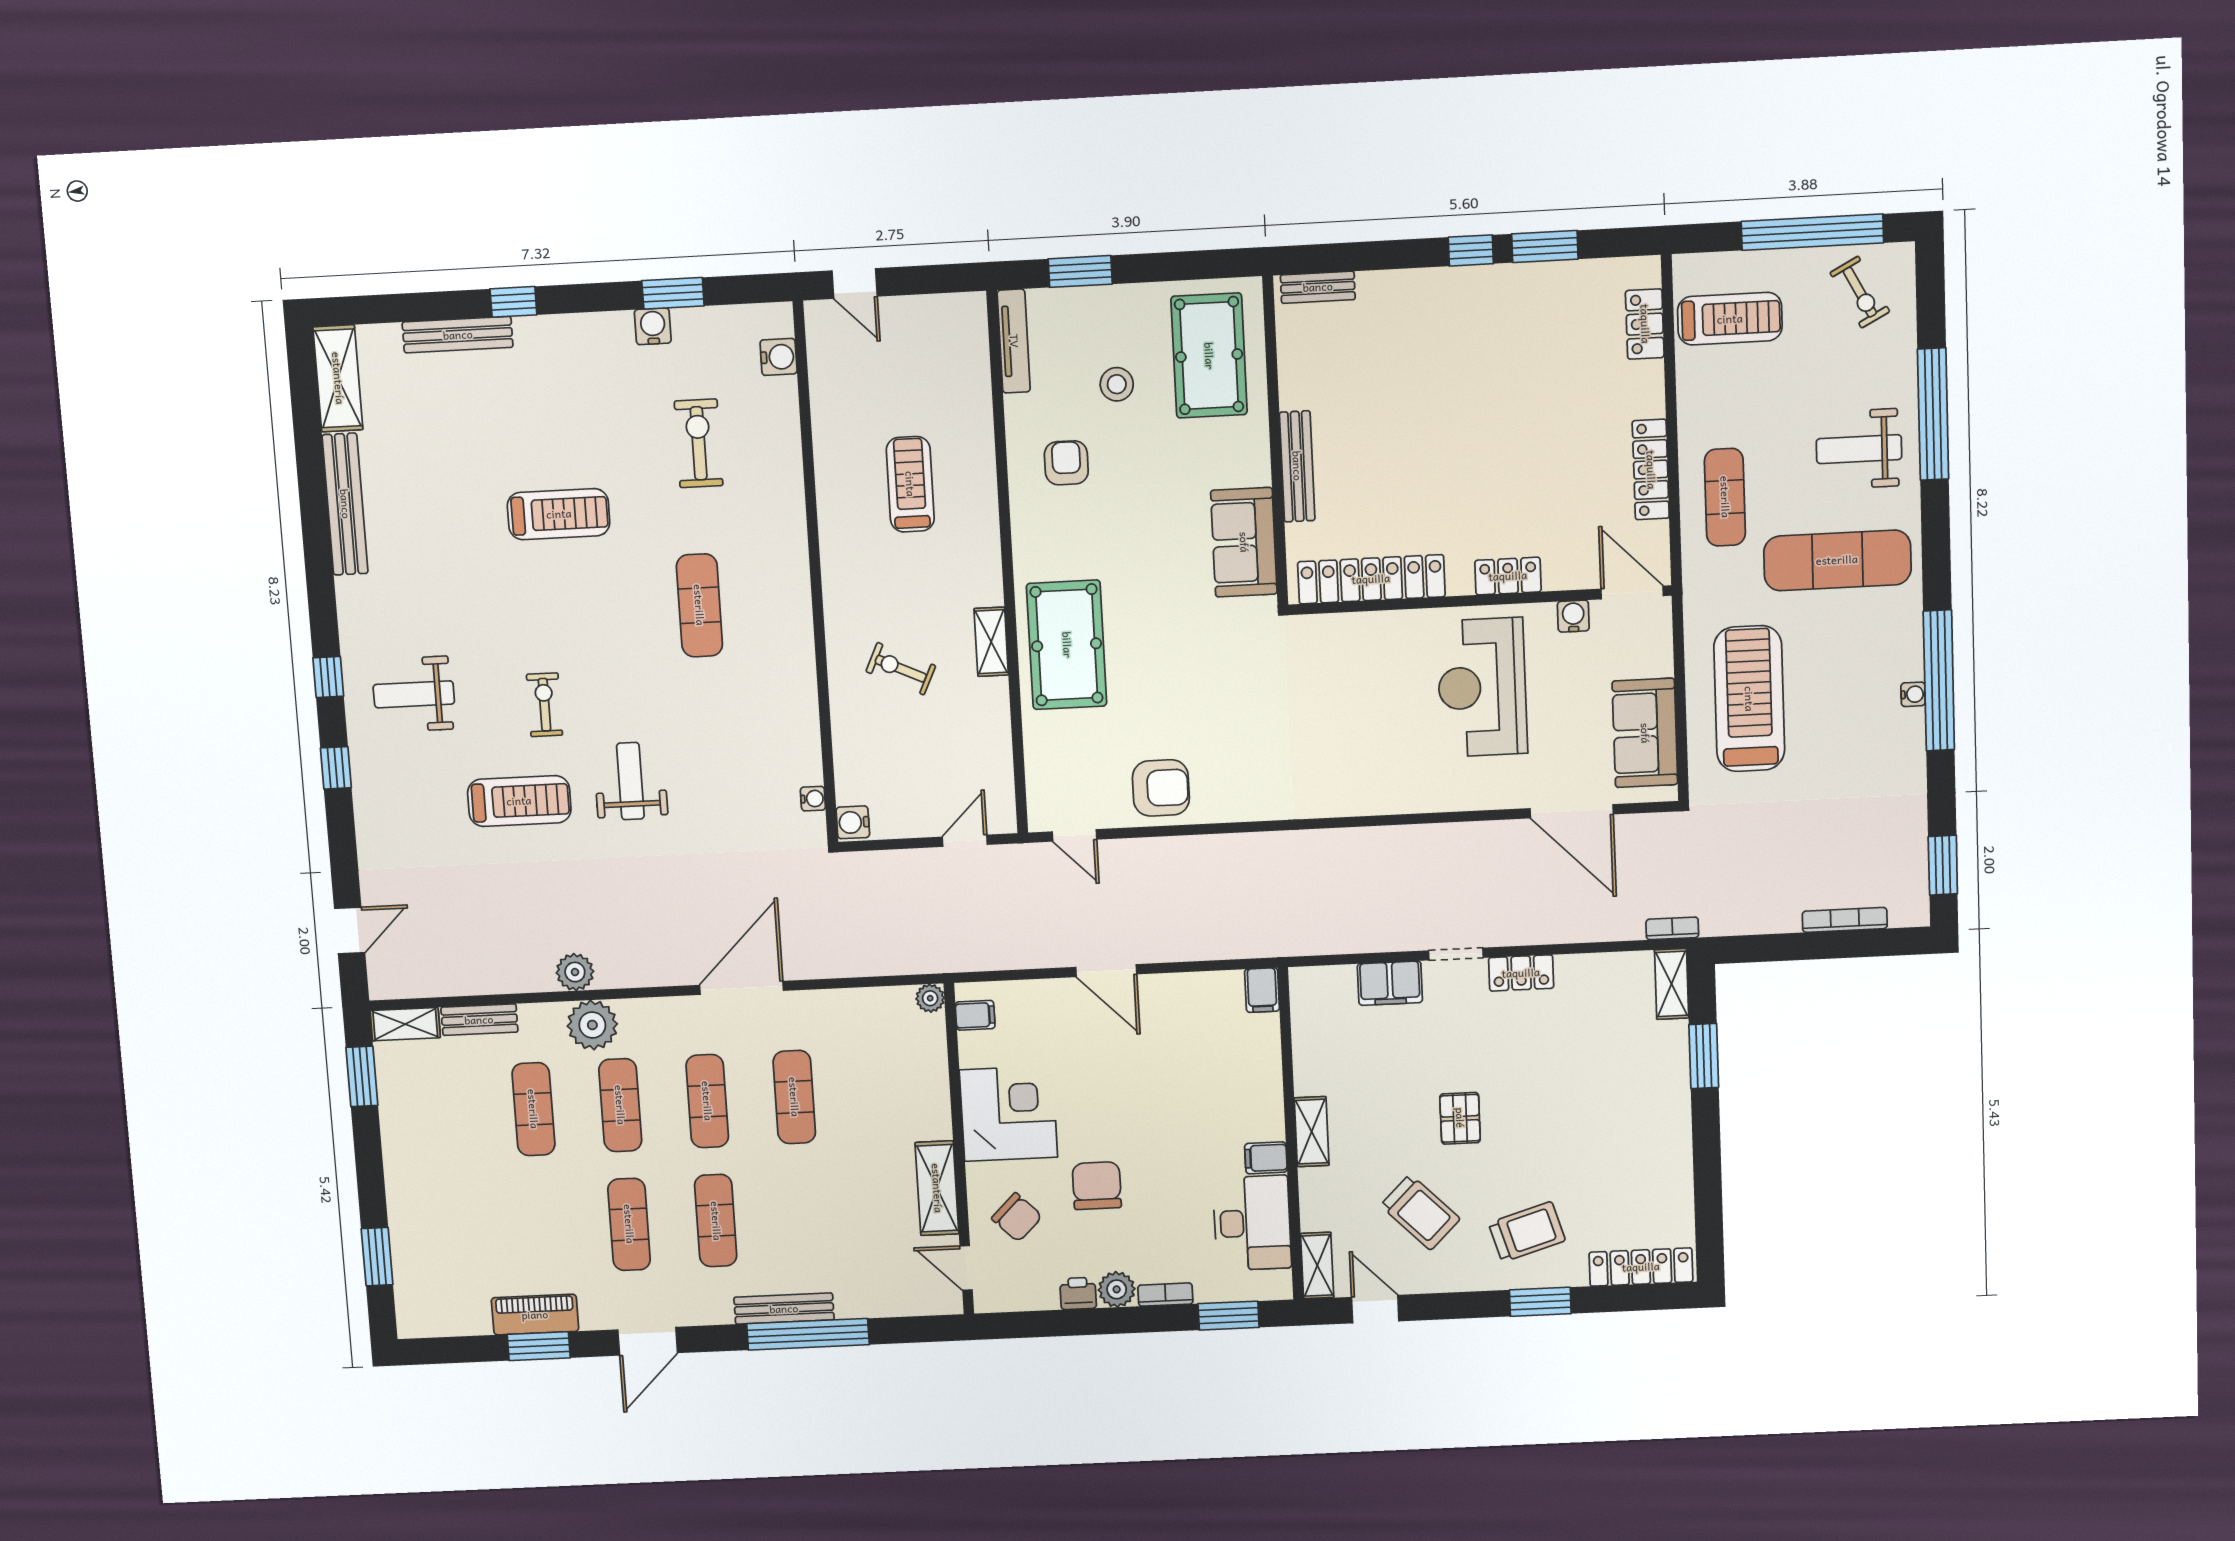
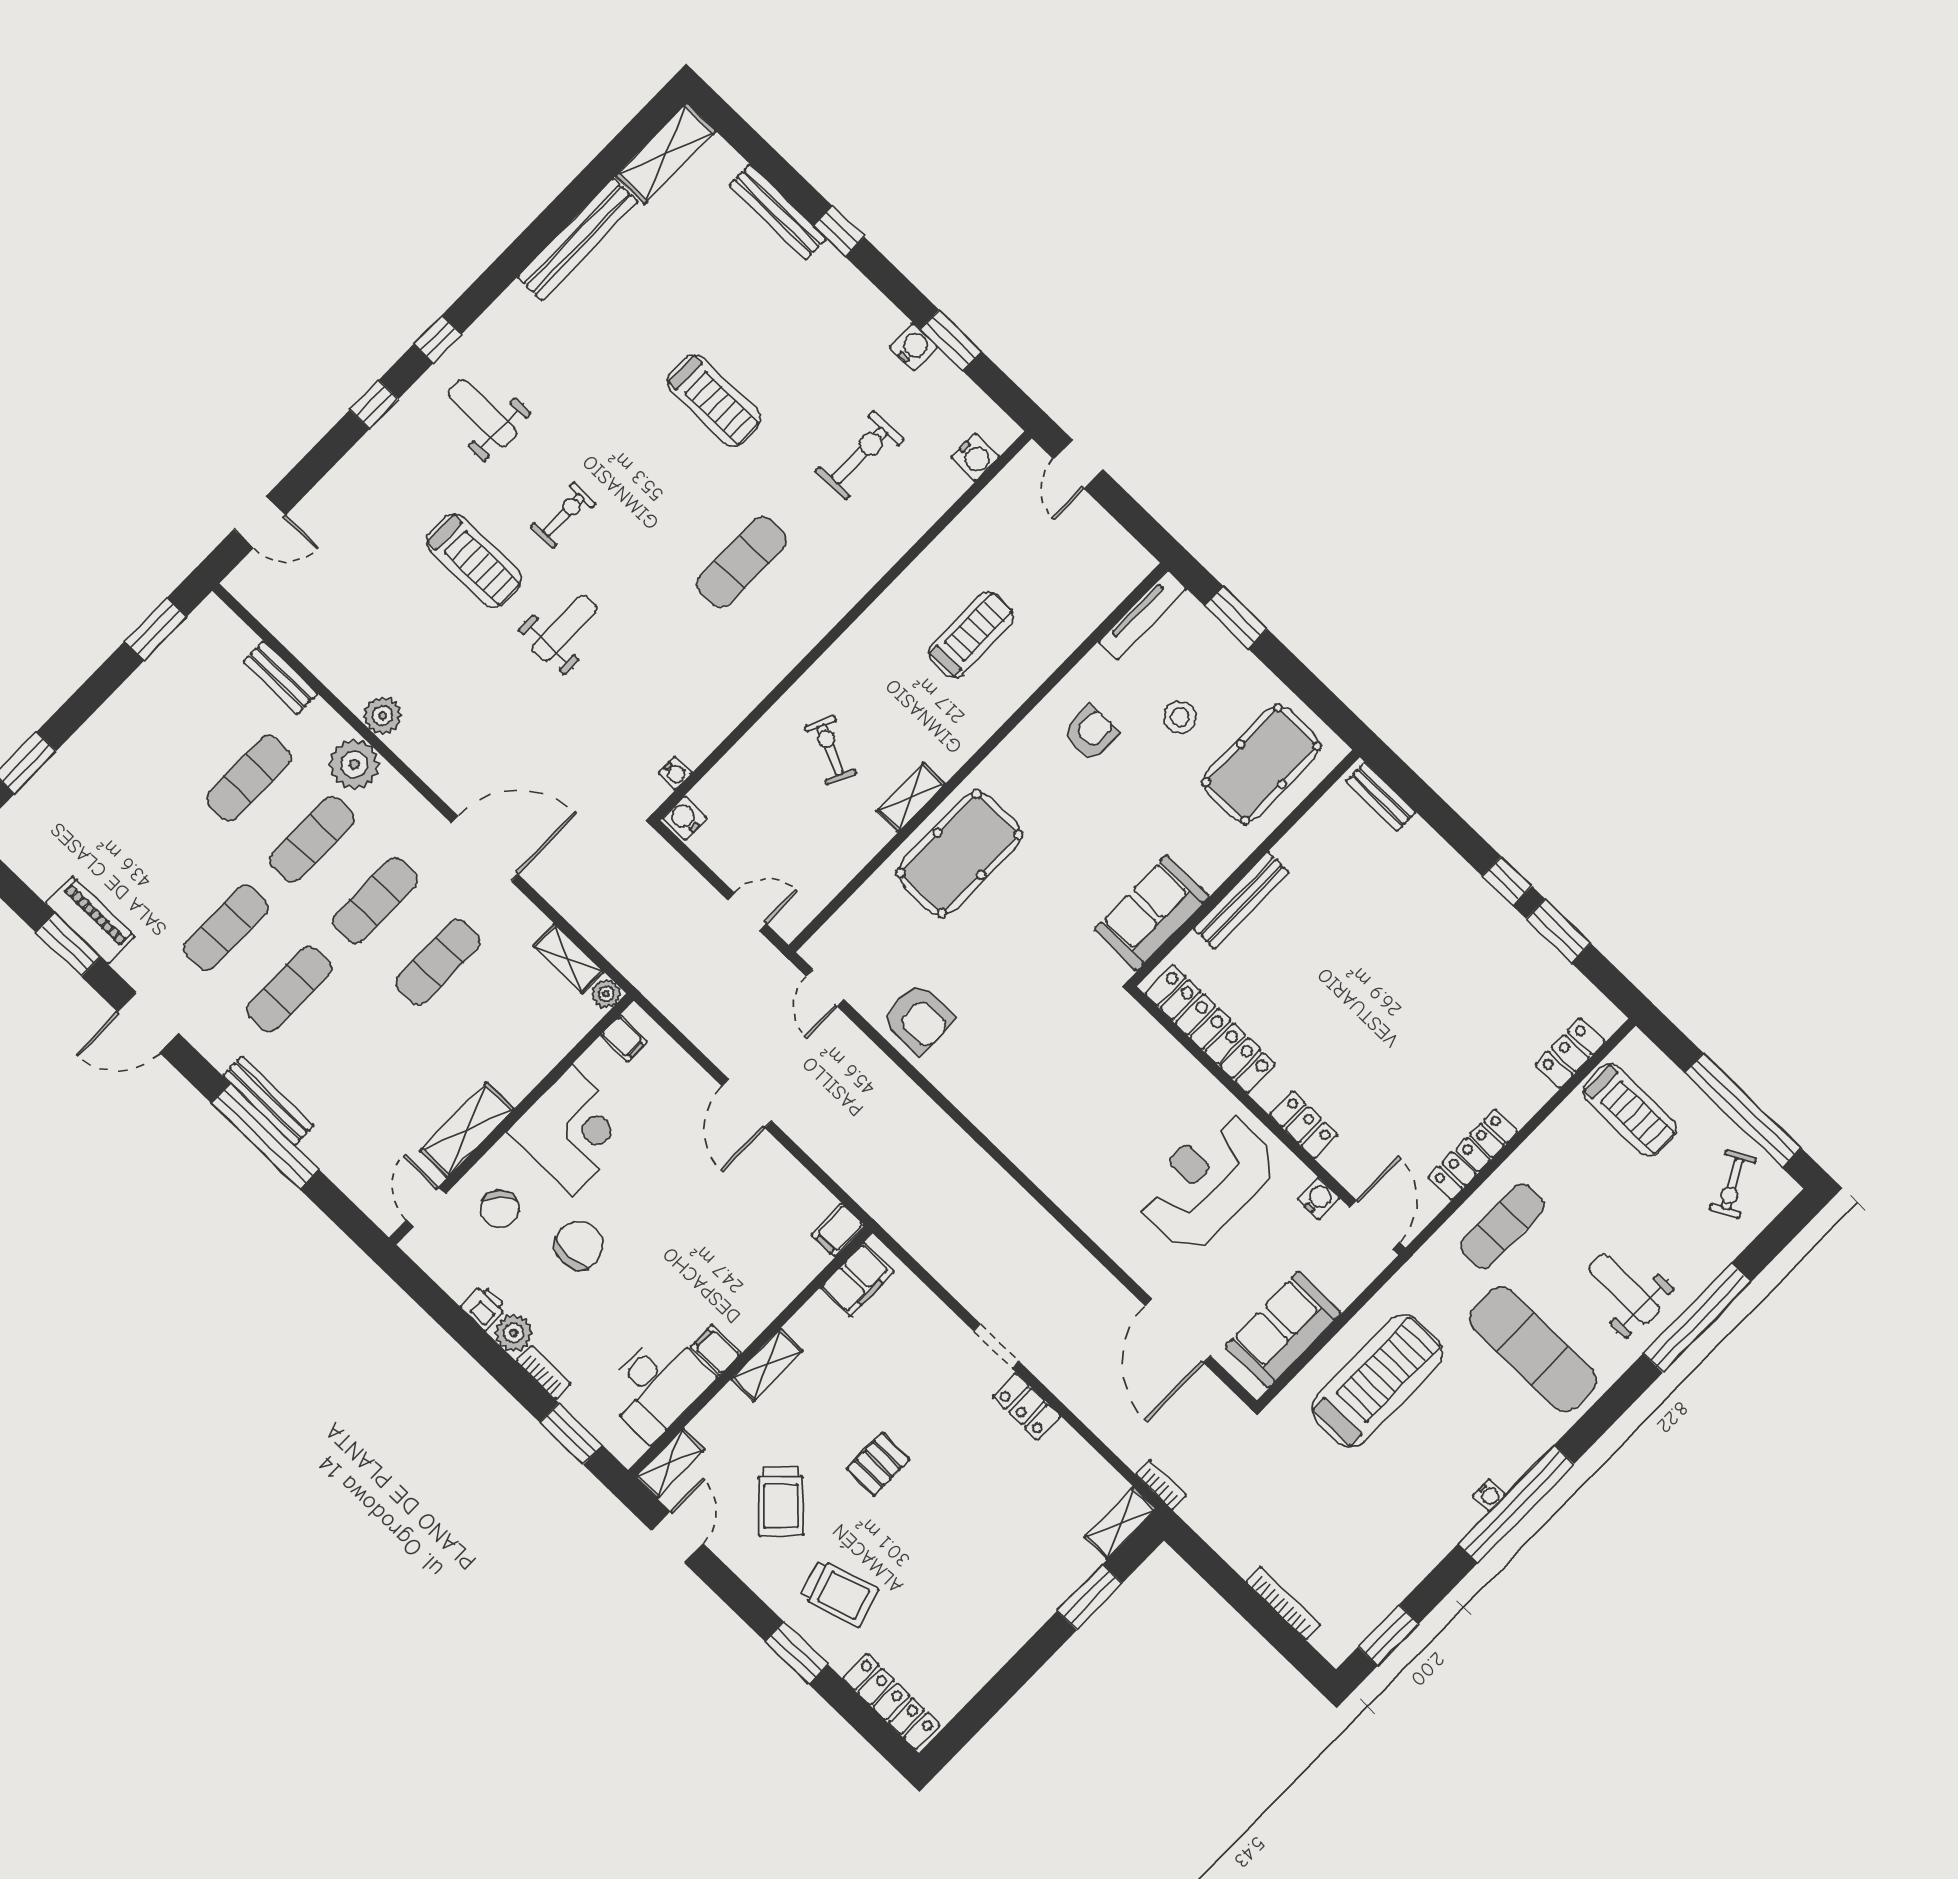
filing cabinet: (1390, 983) -> (857, 1280), moved, turned -90
shelving: (405, 1024) -> (568, 959), moved

